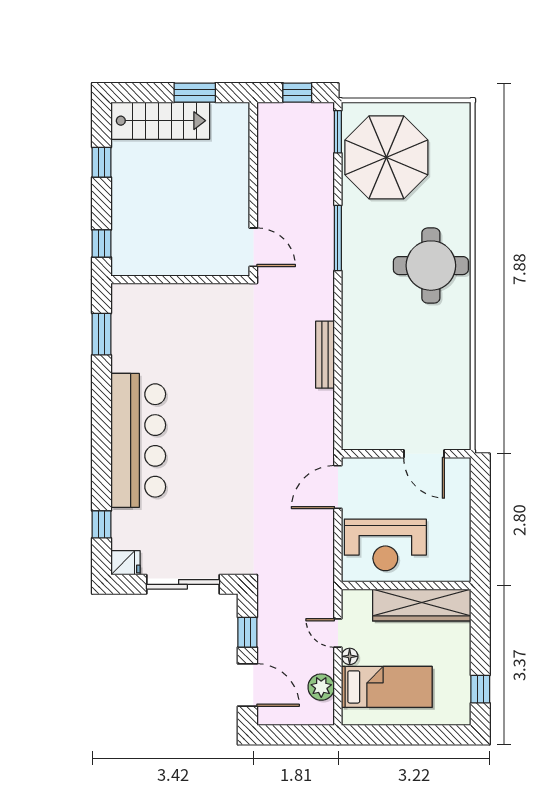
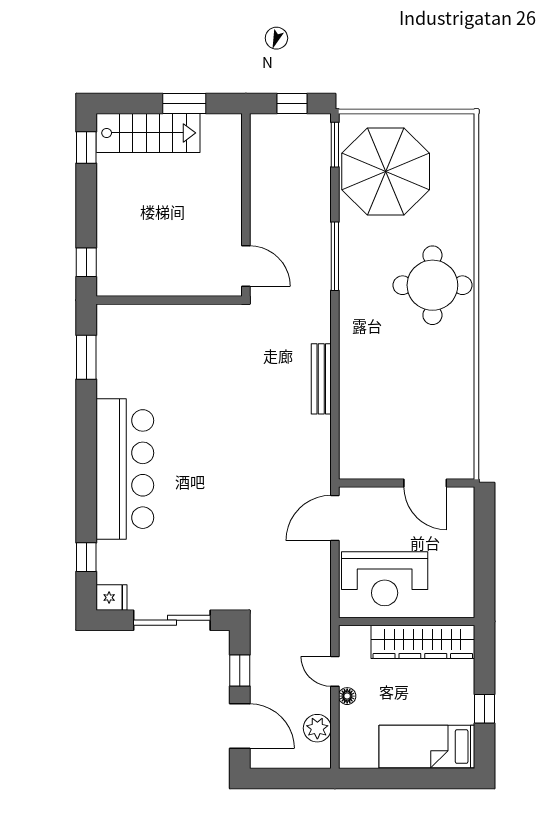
window: (102, 162) -> (86, 148), moved
bed: (387, 687) -> (427, 747), moved, turned 180
window: (480, 689) -> (484, 709), moved

